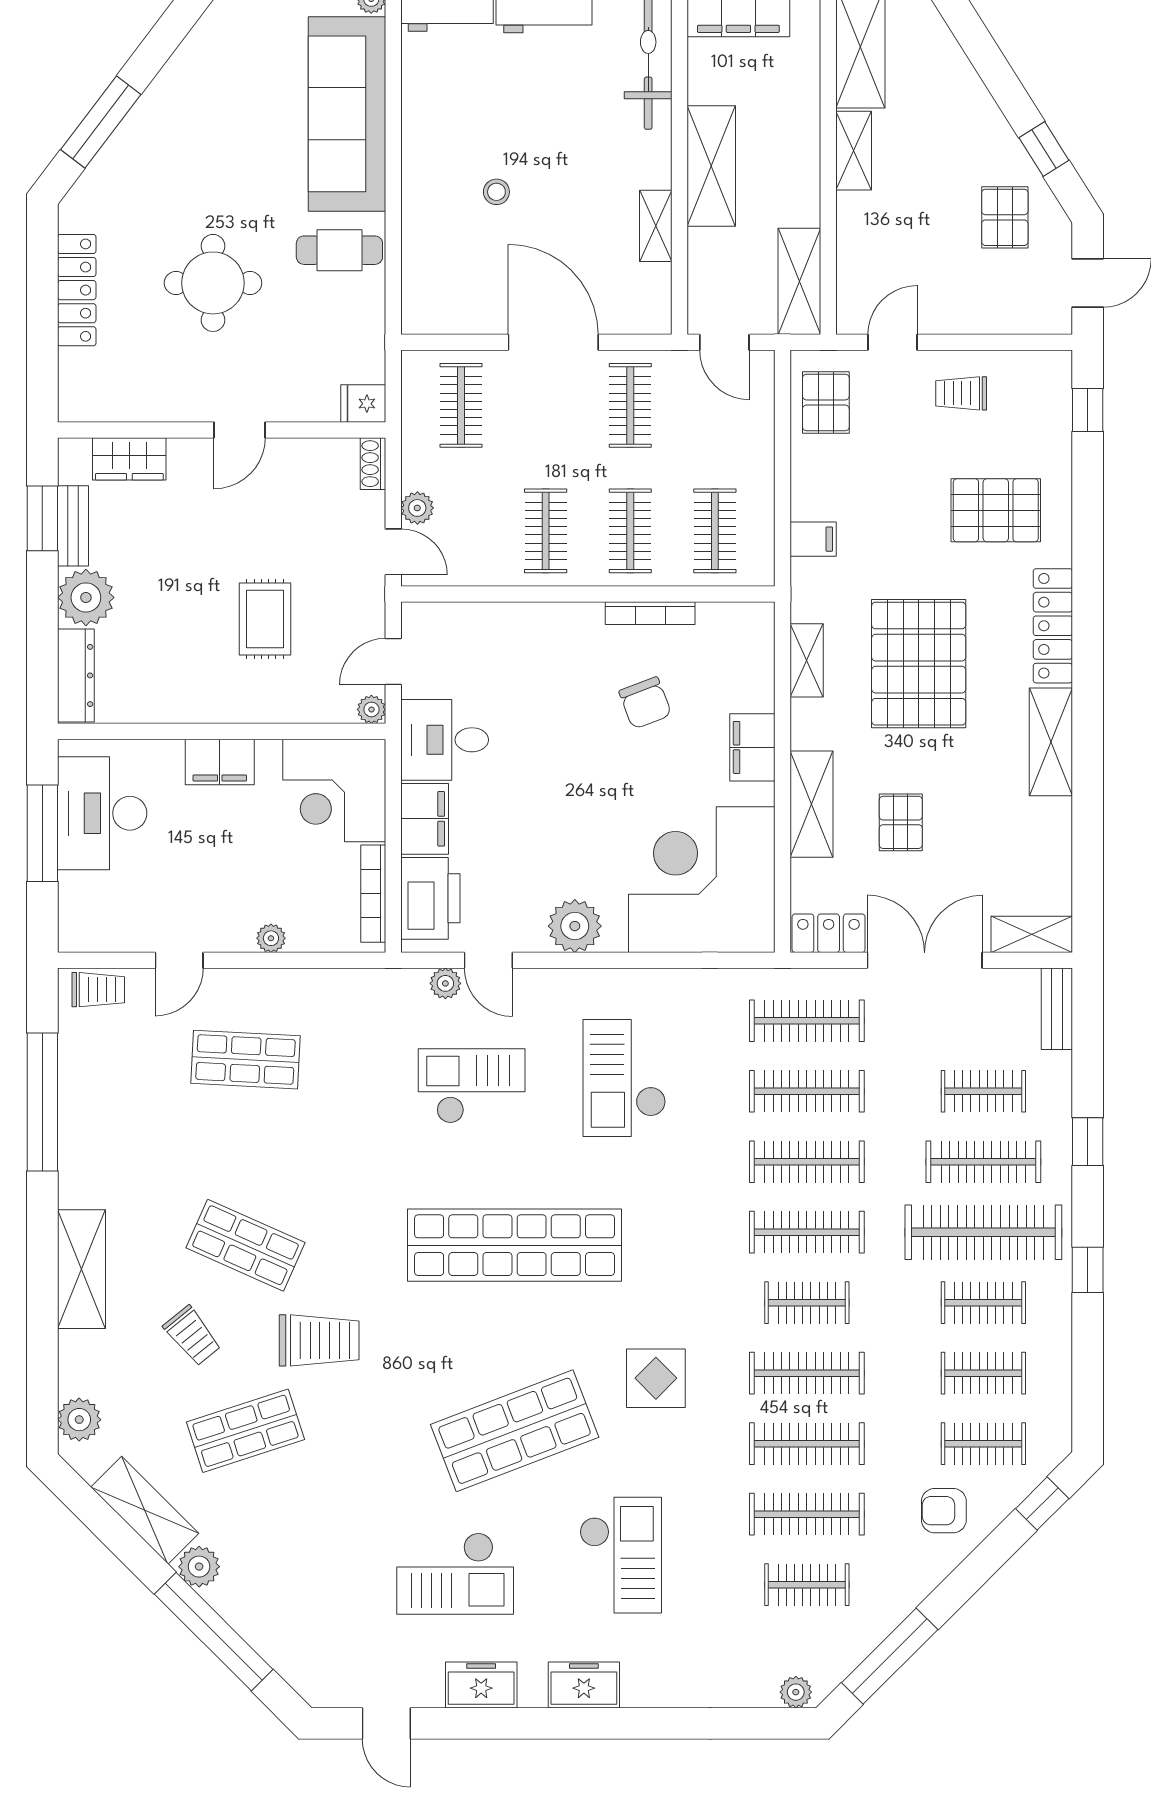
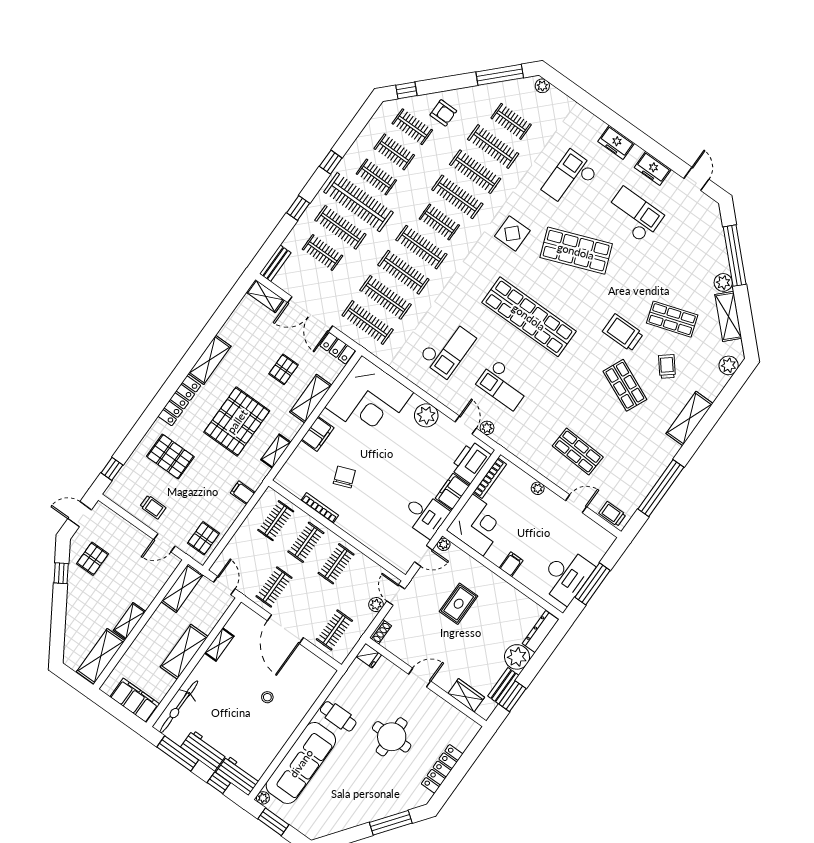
filing cabinet: (220, 762) -> (511, 564), width x0.50

